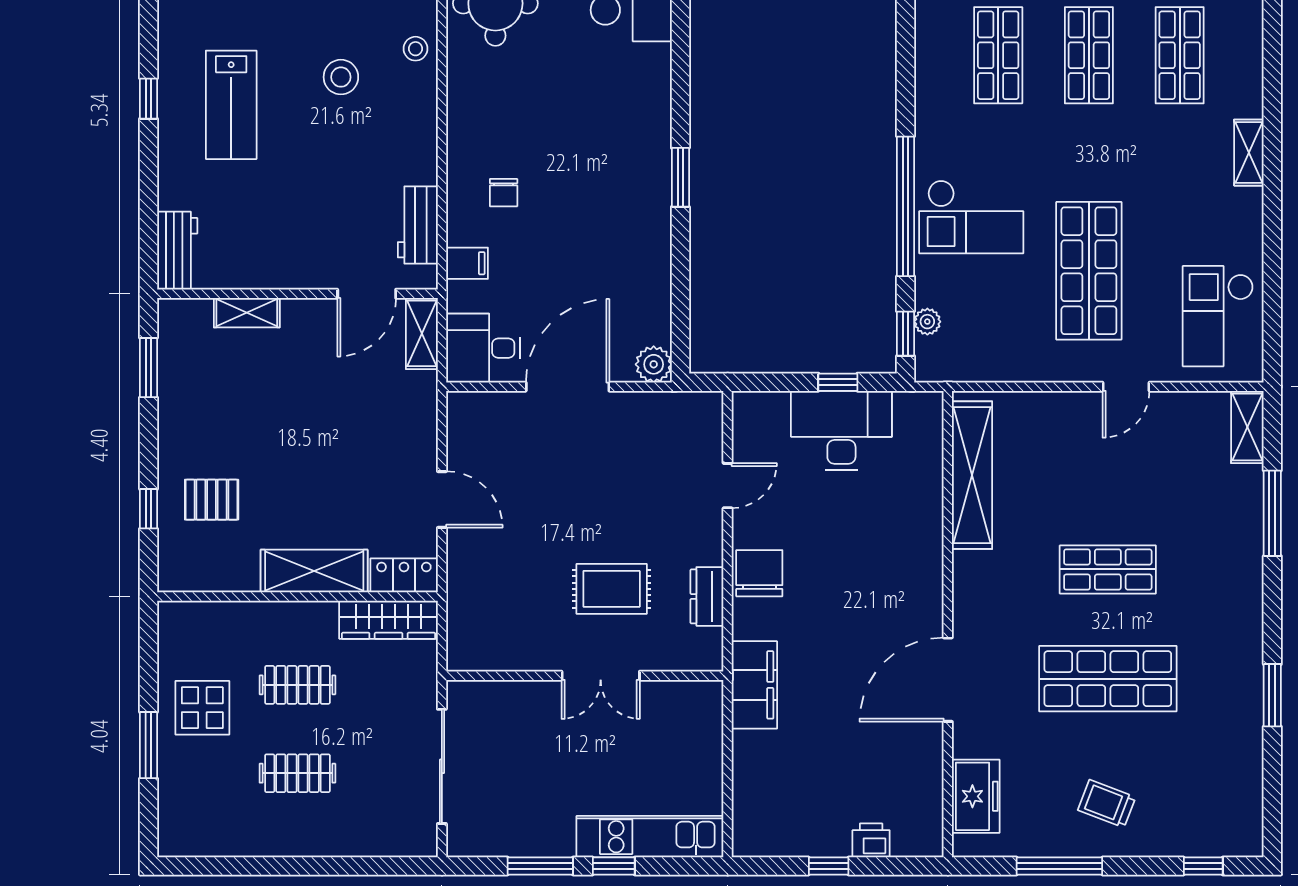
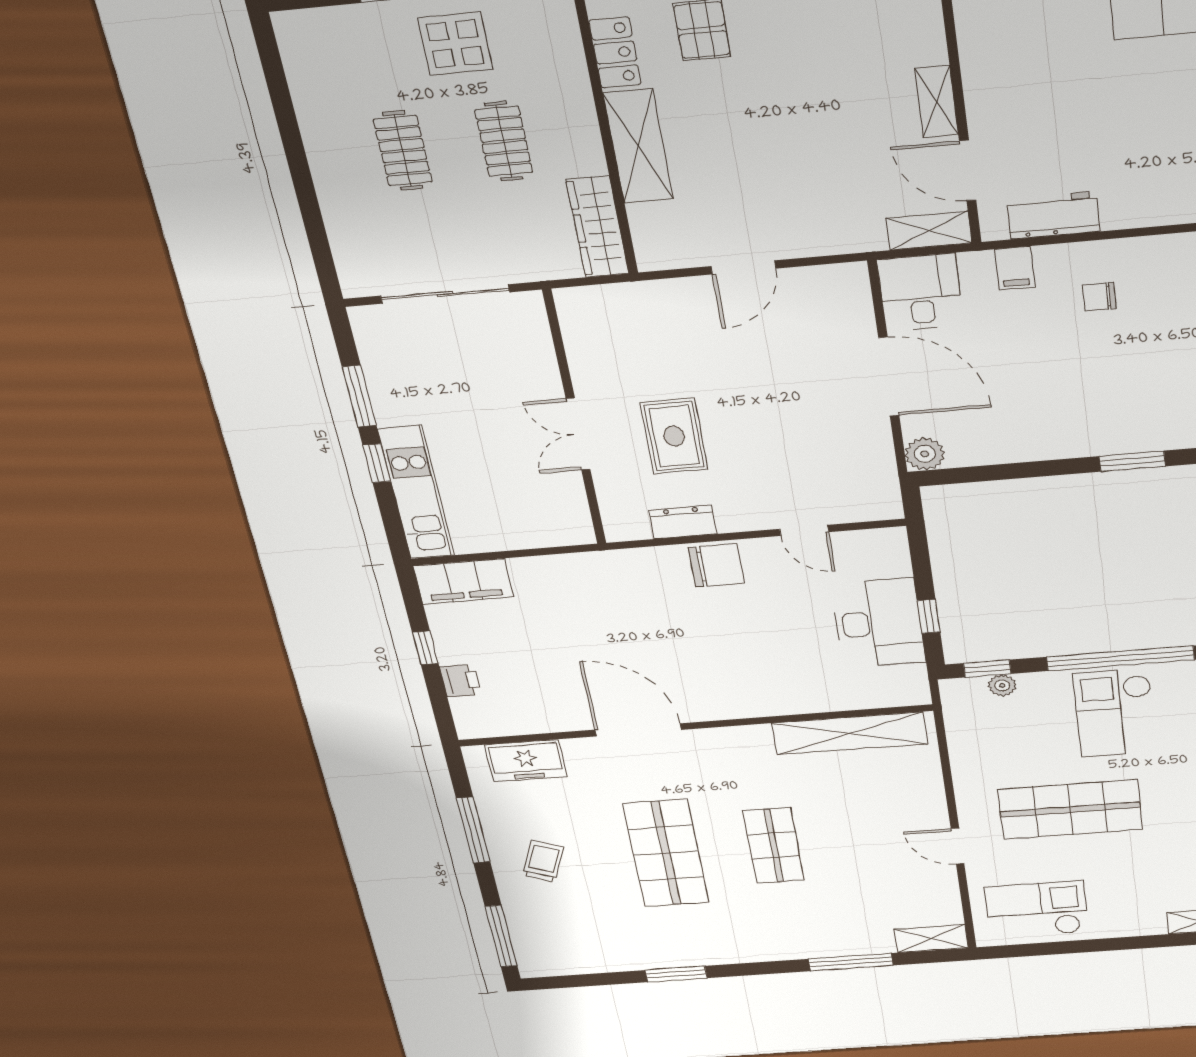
shelving: (247, 313) -> (937, 101), moved
locker: (404, 575) -> (615, 53), moved
filing cabinet: (754, 685) -> (463, 581), moved
window: (1203, 866) -> (501, 936), width x2.17

